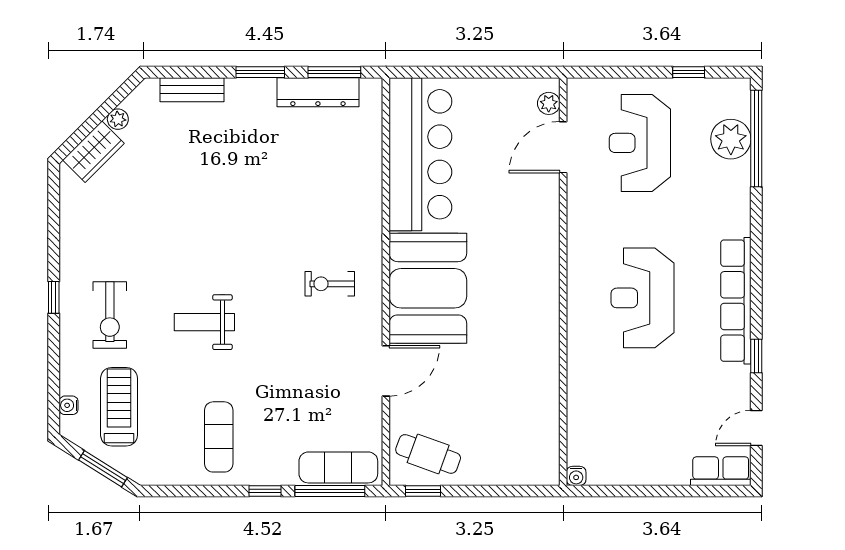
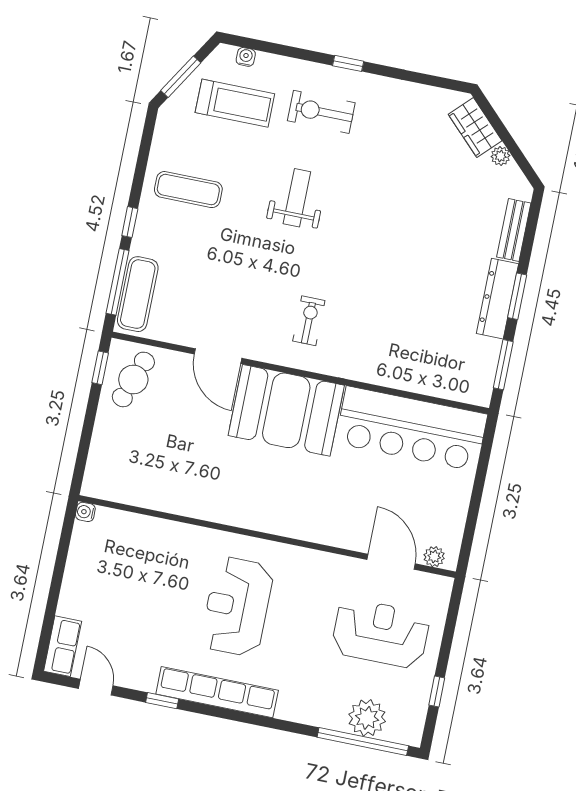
dresser: (318, 92) -> (497, 299), moved
reception desk: (642, 298) -> (237, 607), turned -90

